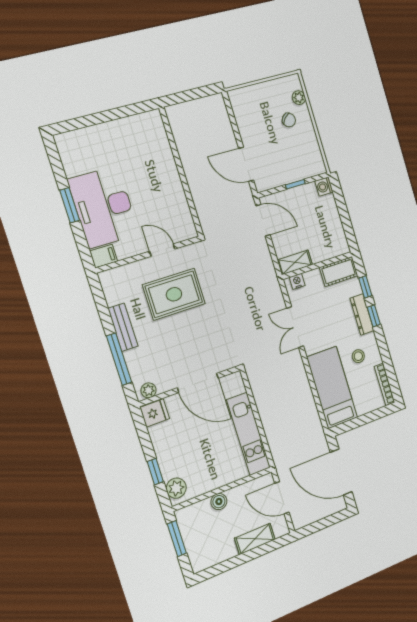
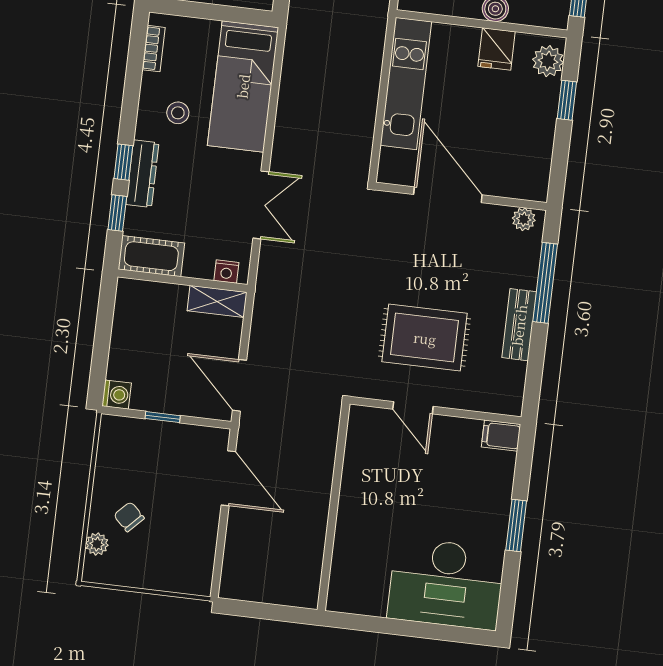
desk: (104, 207) -> (446, 584), moved, turned 90
bookcase: (385, 384) -> (154, 49), width x0.64
fridge: (155, 413) -> (497, 49), moved, turned -90

